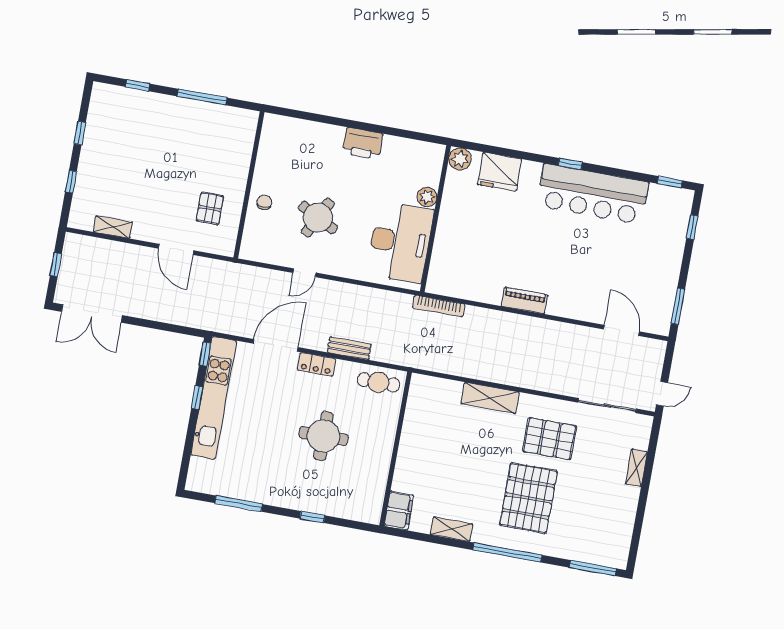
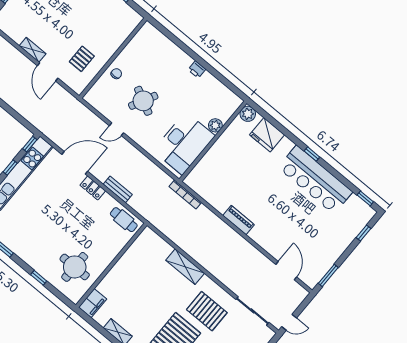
printer: (363, 144) -> (197, 69), width x0.53, depth x0.68
shelving: (113, 227) -> (33, 50), moved
round table: (324, 436) -> (75, 267), moved

